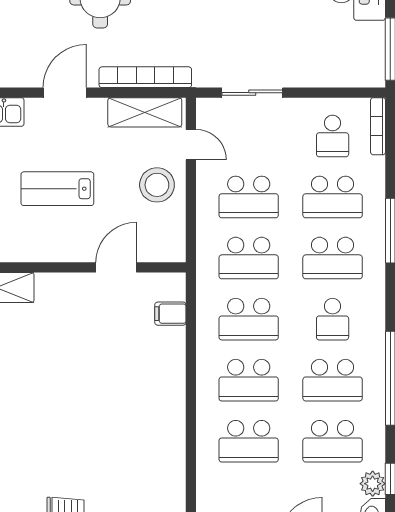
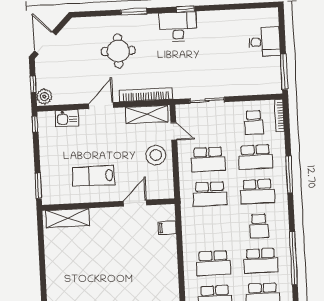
lab bench: (57, 189) -> (94, 176), moved
school desk: (249, 319) -> (212, 229), removed

